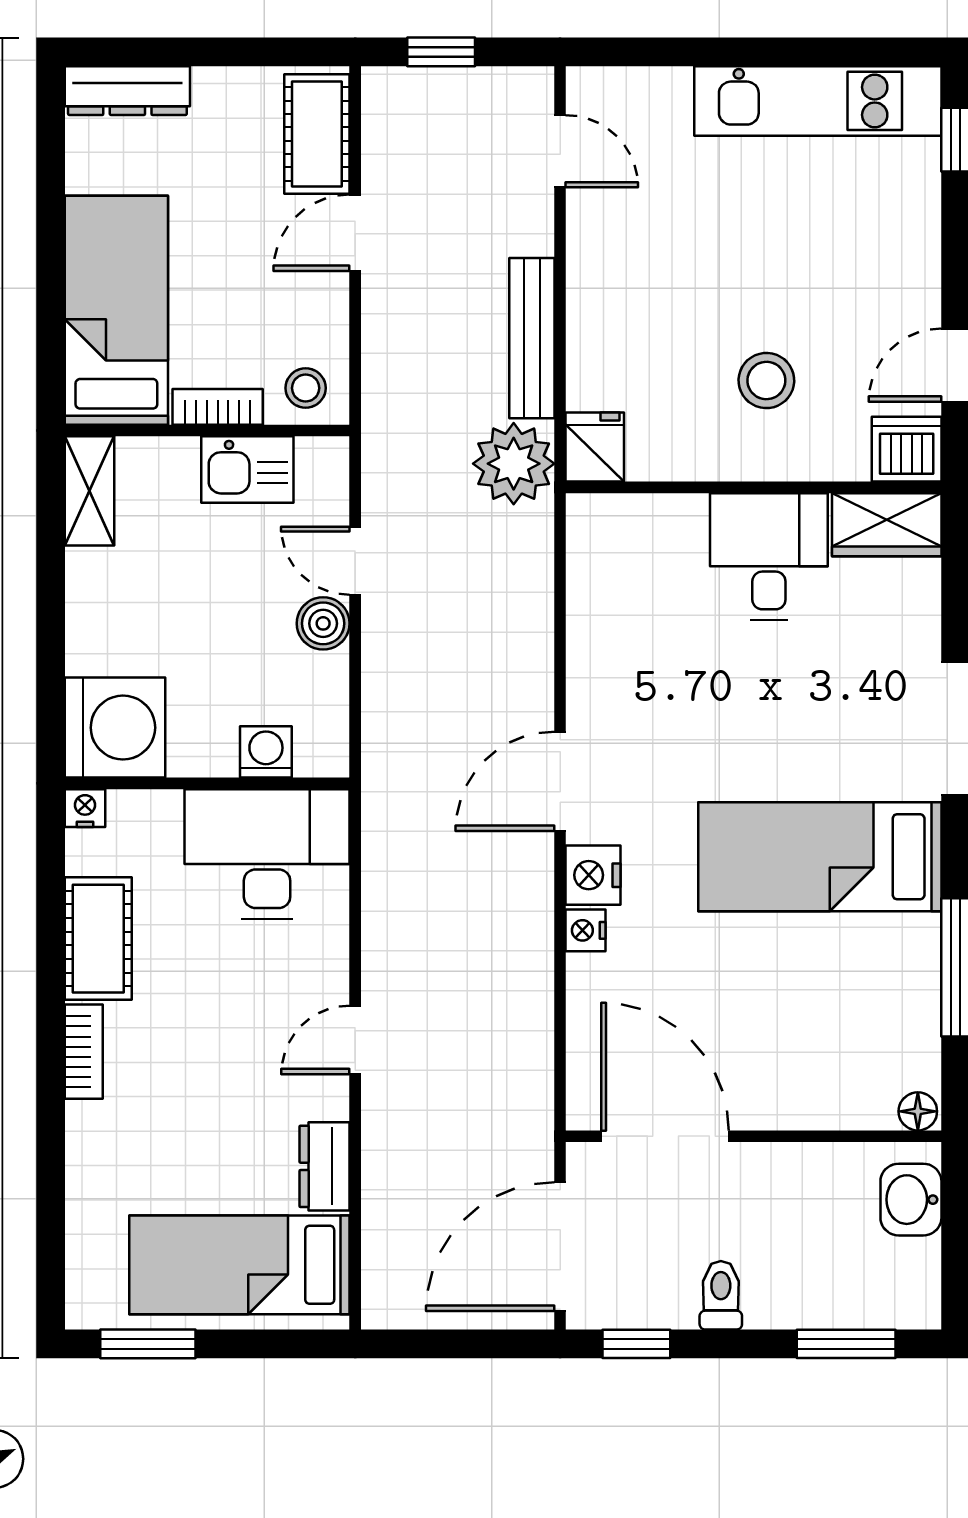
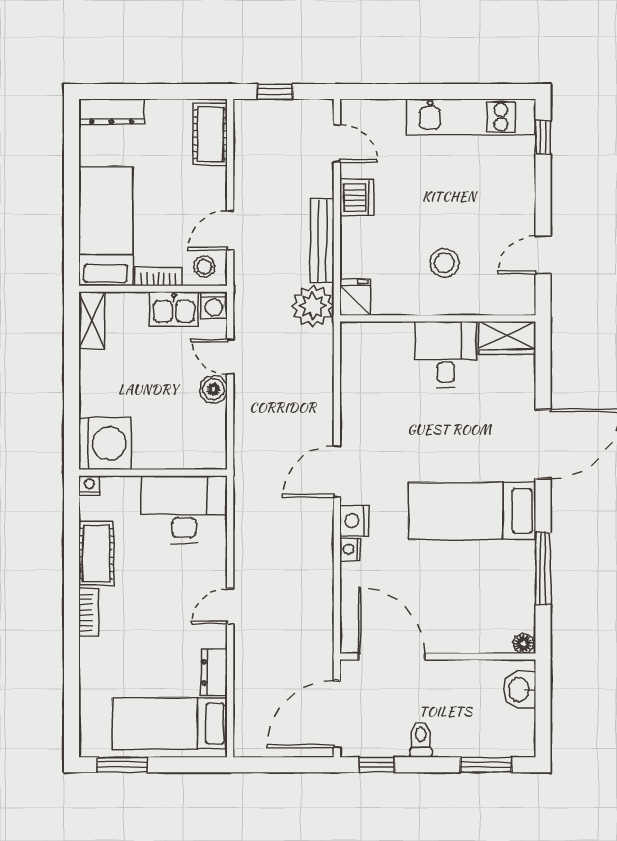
door: (355, 233) -> (230, 230), moved
dishwasher: (907, 449) -> (357, 197), moved, turned 90
washing machine: (266, 752) -> (214, 305), moved, turned 180

